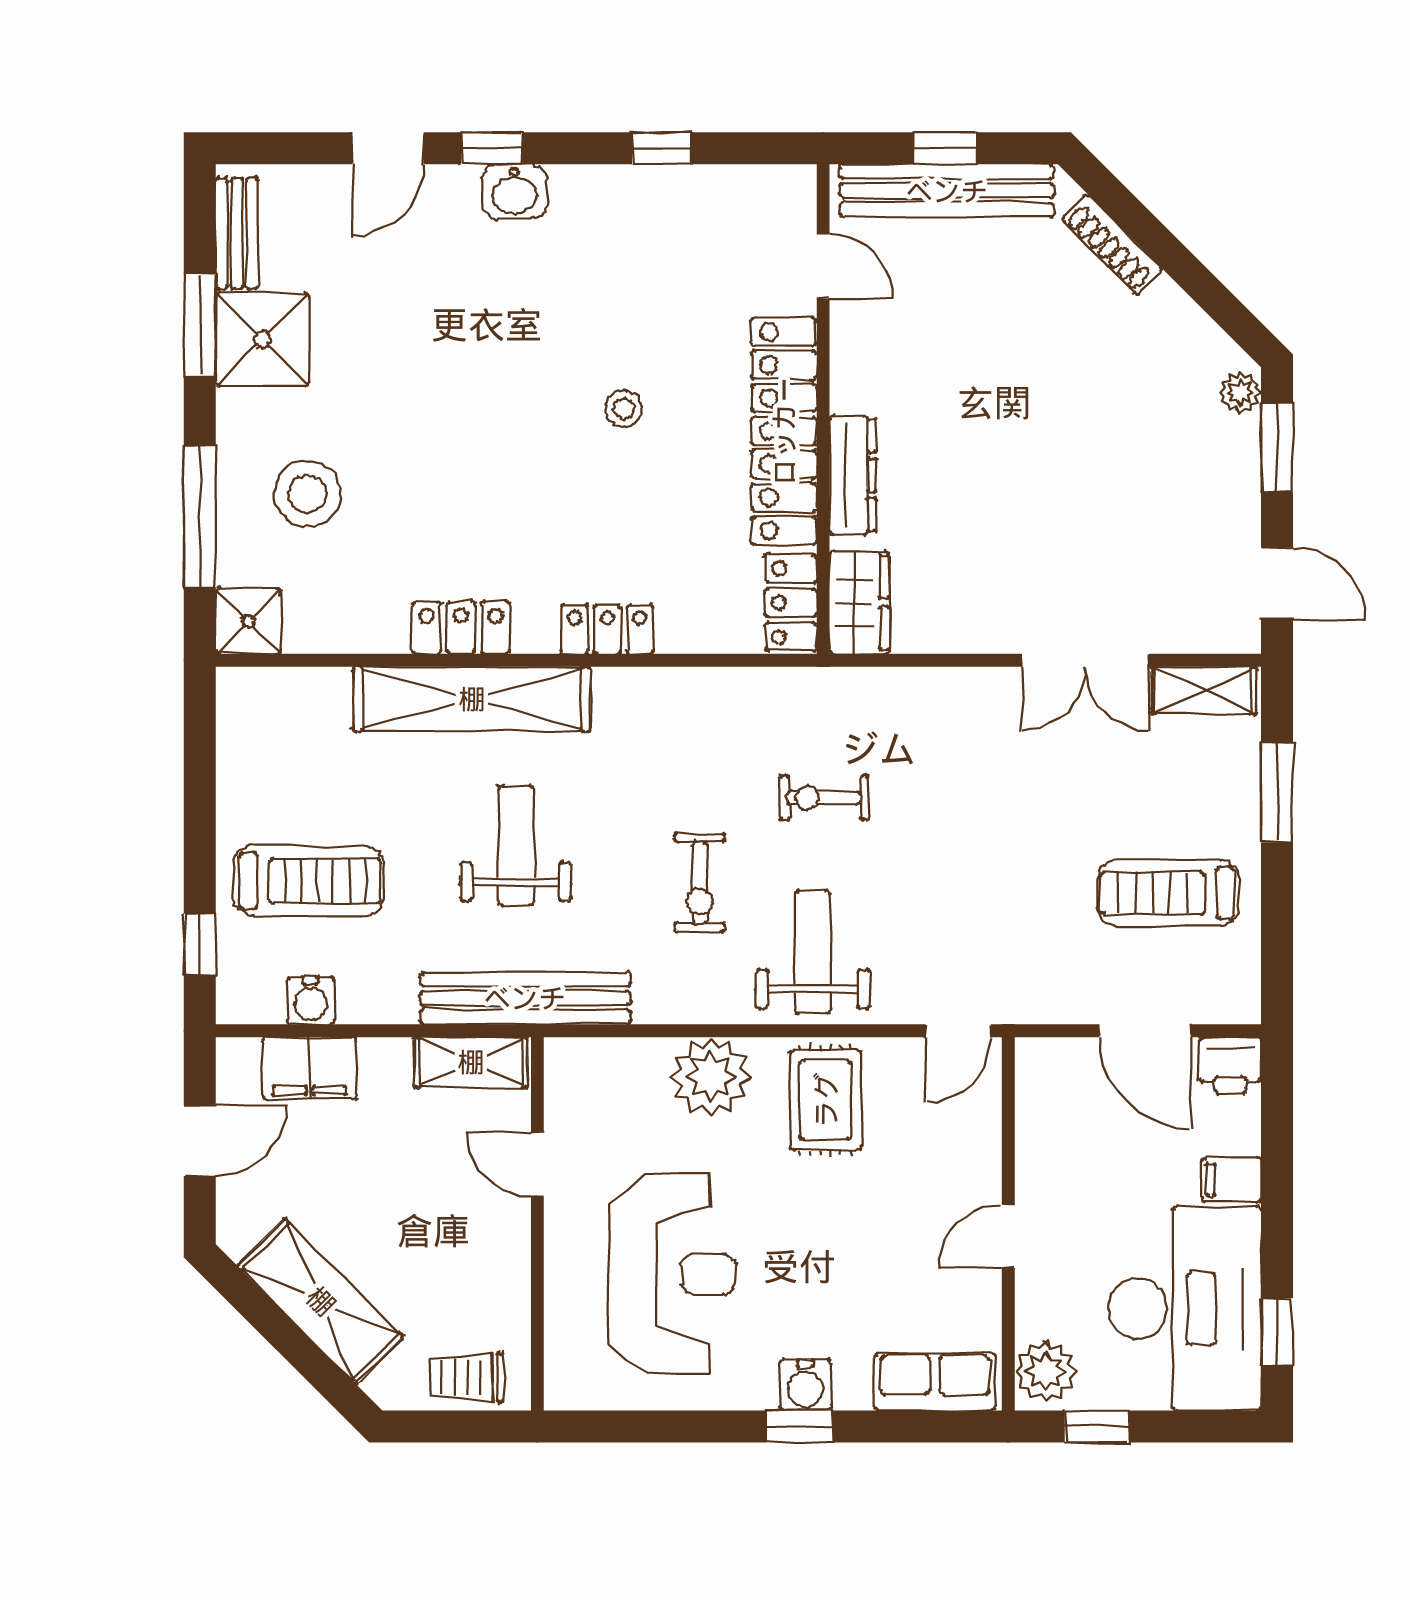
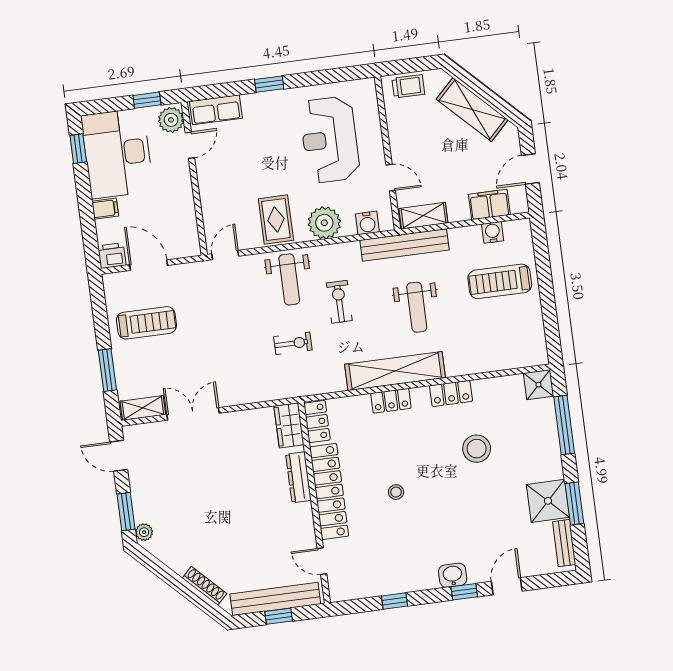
stool: (307, 494) -> (477, 449), moved
shelving: (472, 699) -> (395, 371), moved
window: (200, 944) -> (541, 250), removed
door: (1008, 1236) -> (190, 145), moved
water cooler: (805, 1385) -> (367, 223), moved, turned 180

